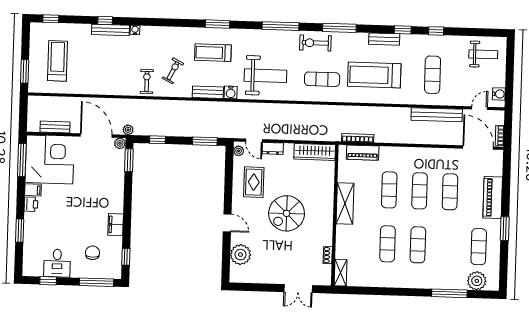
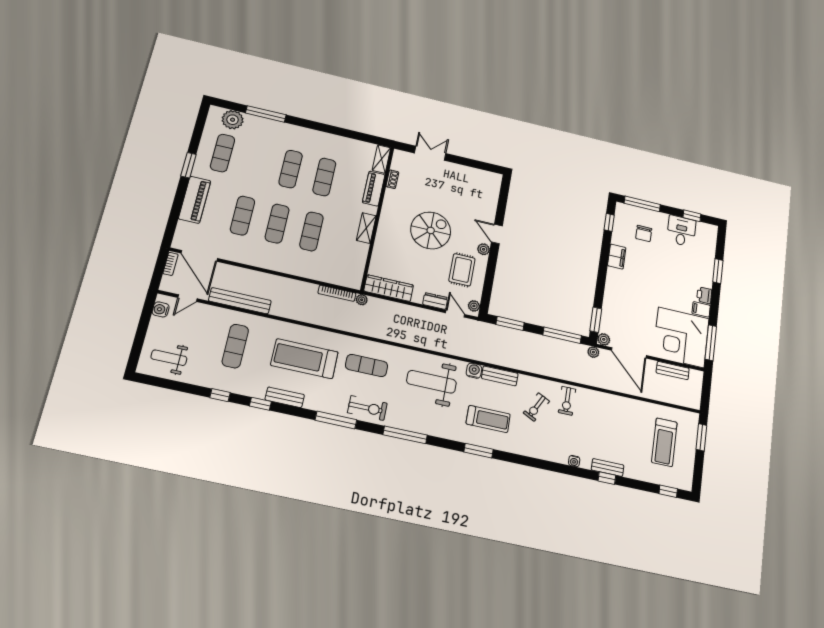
bench: (111, 30) -> (608, 468), width x0.73
treadmill: (374, 75) -> (304, 359), turned 180
plant: (336, 137) -> (362, 300), added
window: (157, 140) -> (562, 335), width x2.17
piano: (363, 153) -> (374, 189), moved, turned -90
shelving: (345, 203) -> (366, 228), width x0.67, depth x0.75
plant: (240, 255) -> (484, 249), moved, width x0.53, depth x0.53

